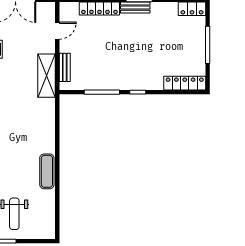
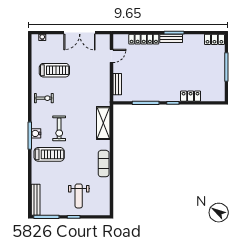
shelving: (47, 76) -> (103, 123), moved
locker: (185, 83) -> (191, 96), moved, width x0.66

